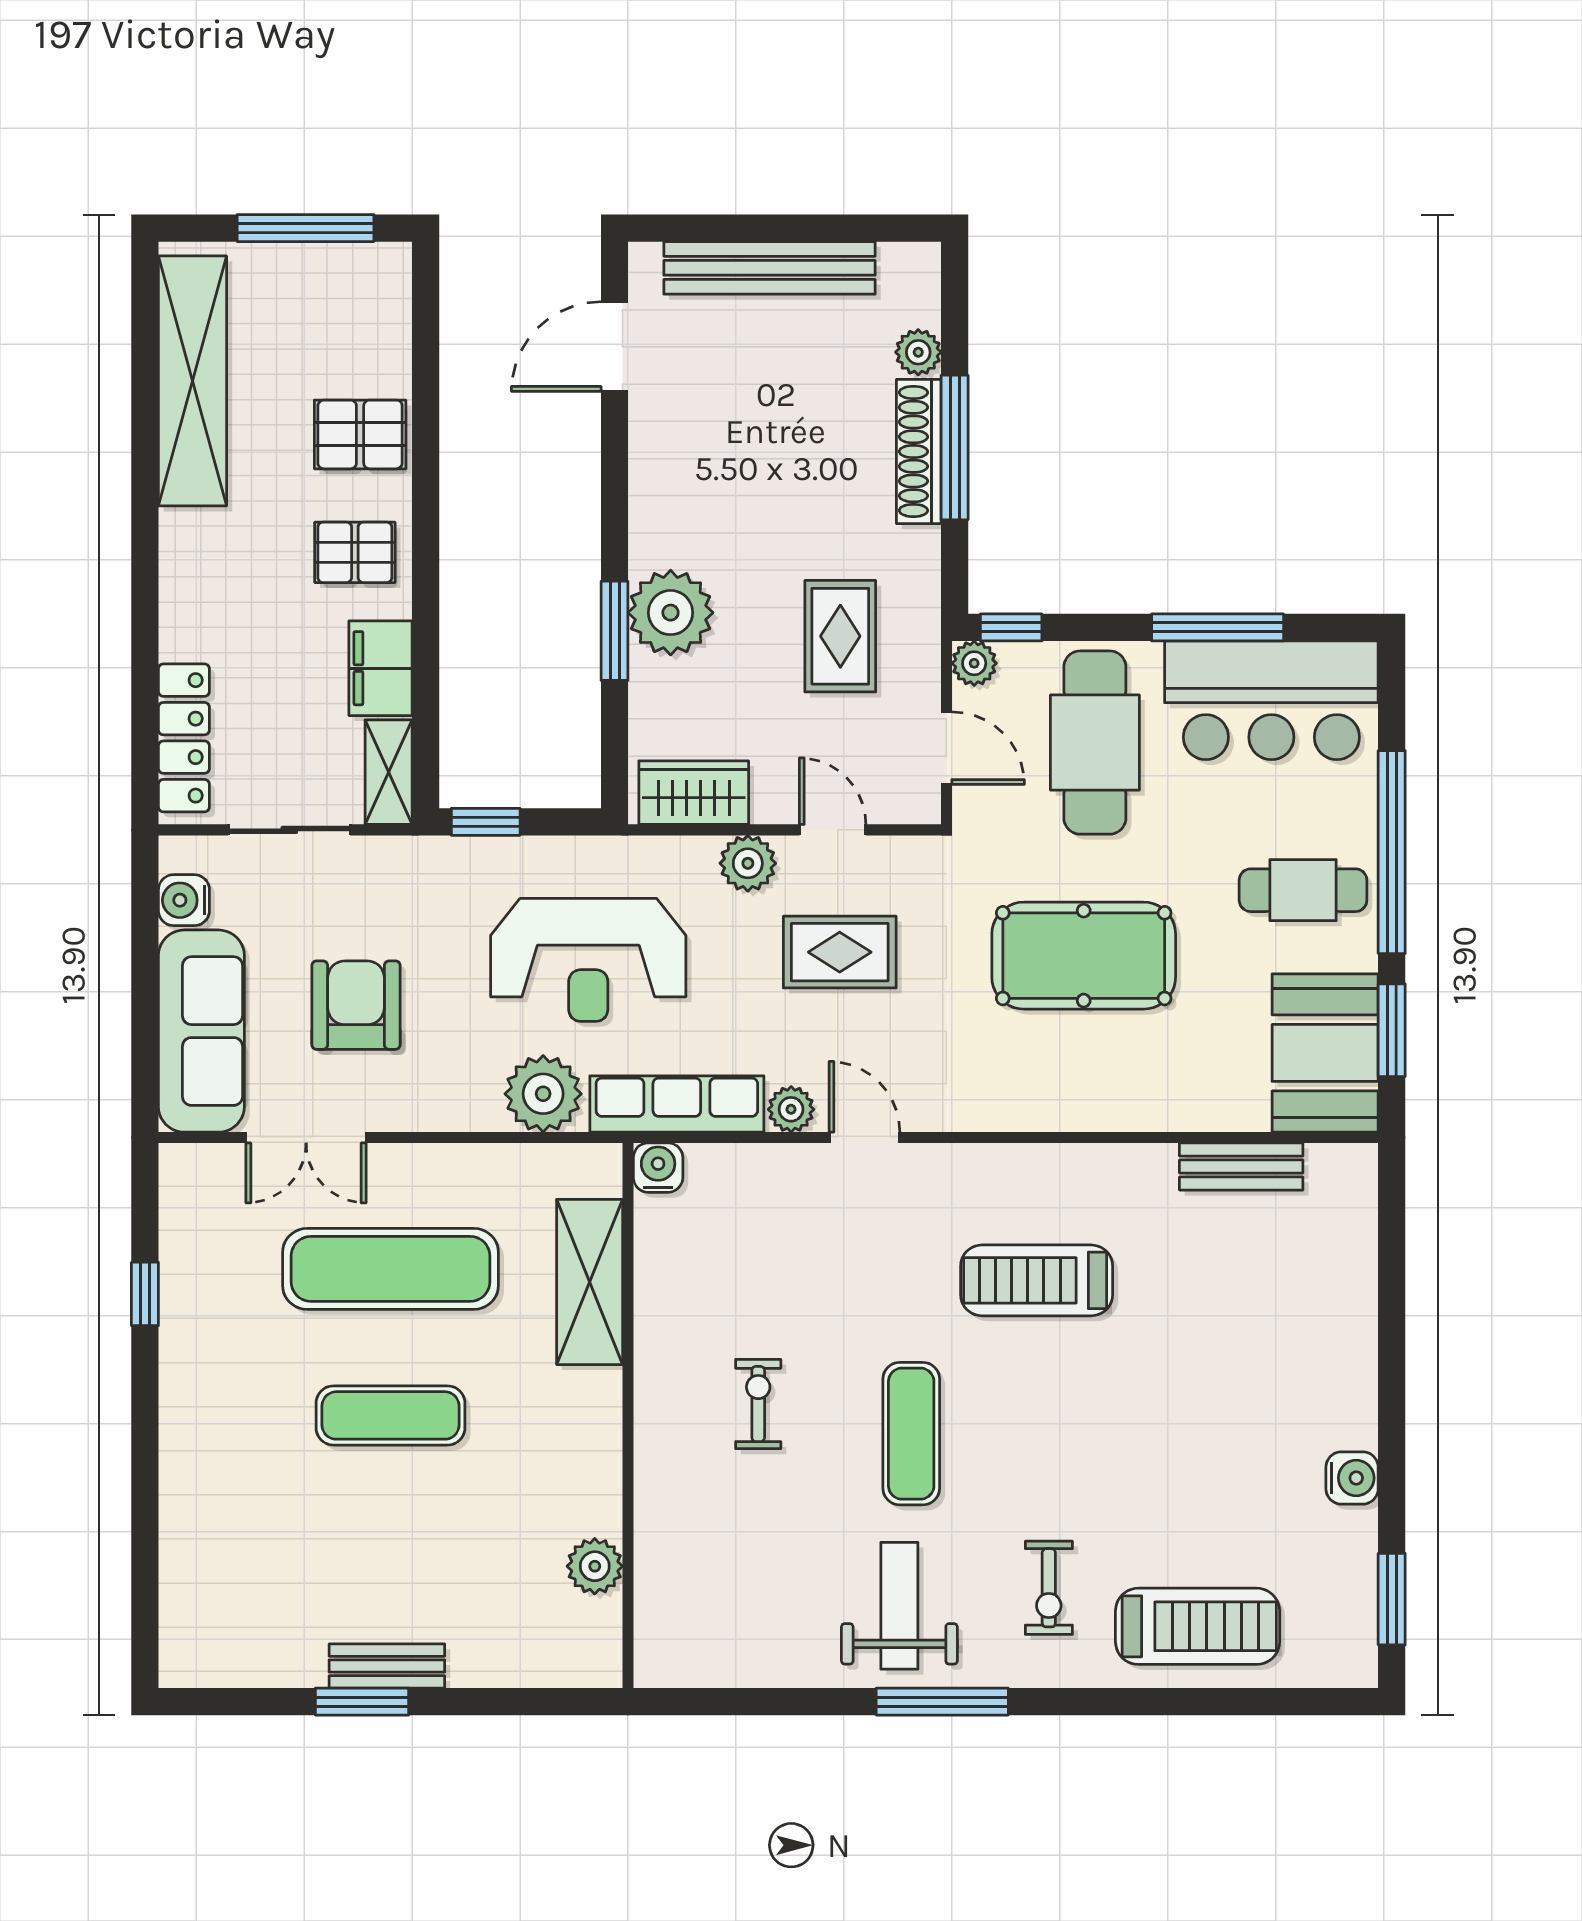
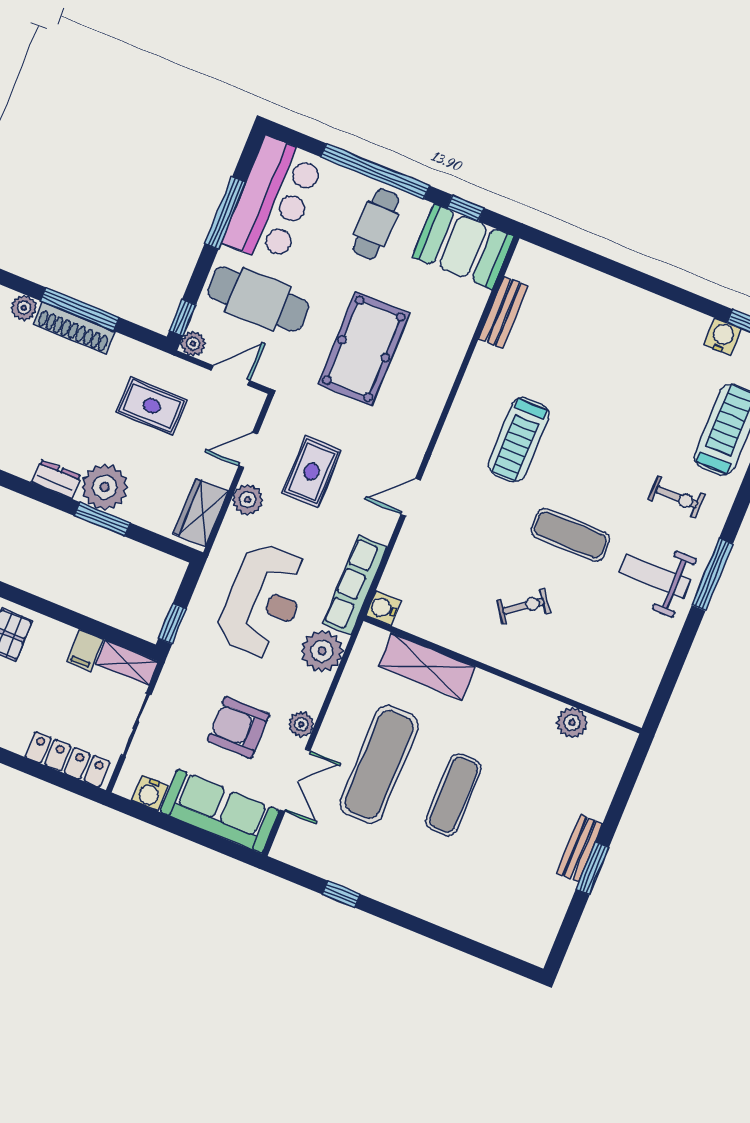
dresser: (651, 526) -> (56, 479), added
filing cabinet: (381, 668) -> (85, 650), width x0.50
window: (1392, 1030) -> (465, 208), width x0.67
plant: (791, 1109) -> (301, 724), moved
exercise bike: (758, 1404) -> (524, 606), turned 144
water cooler: (1352, 1478) -> (723, 337), moved

